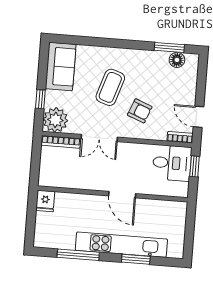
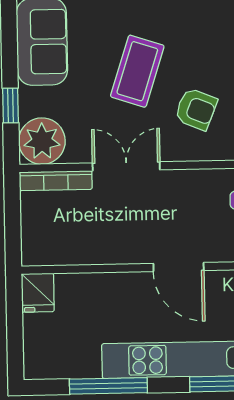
double door: (99, 138) -> (126, 166), swing flipped

